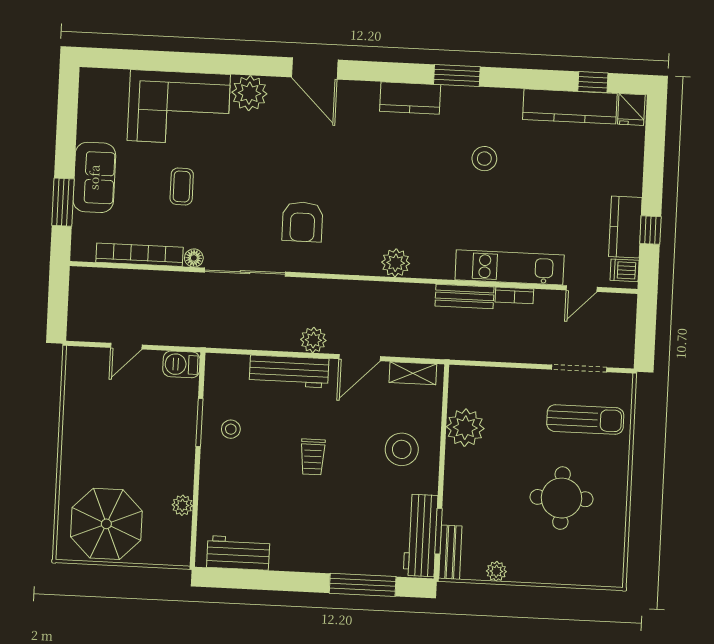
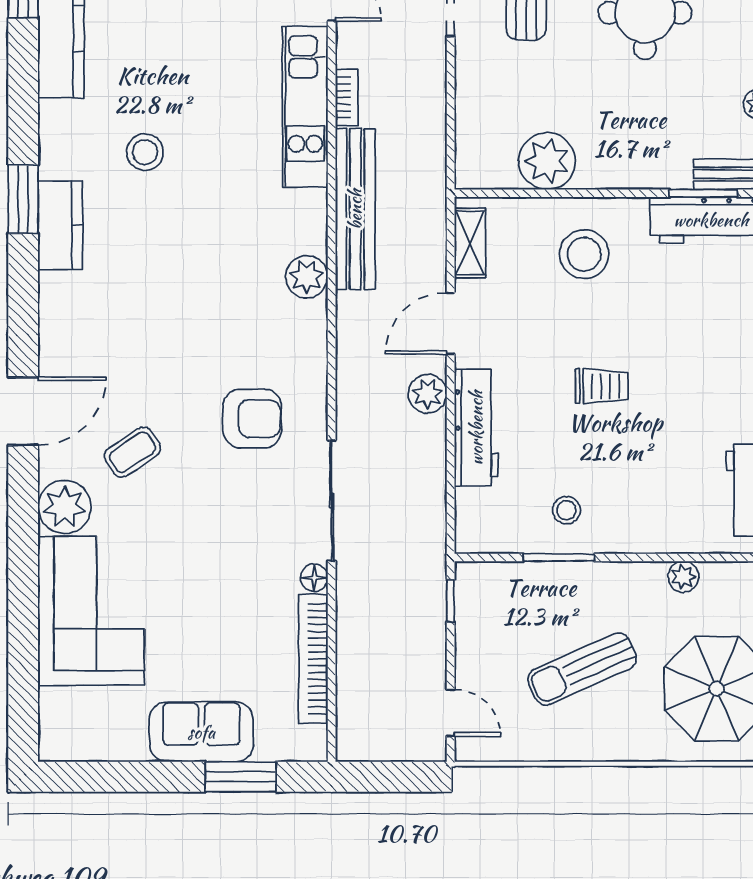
kitchen counter: (410, 98) -> (60, 225), moved
coffee table: (182, 187) -> (132, 452), moved, turned -34
bench: (465, 296) -> (355, 209), width x1.86, depth x1.21
door: (126, 346) -> (451, 713), moved
window: (174, 349) -> (451, 601), added
door: (360, 358) -> (451, 324), swing flipped
barbecue: (181, 364) -> (474, 588), removed
sun lounger: (124, 435) -> (582, 669), added

